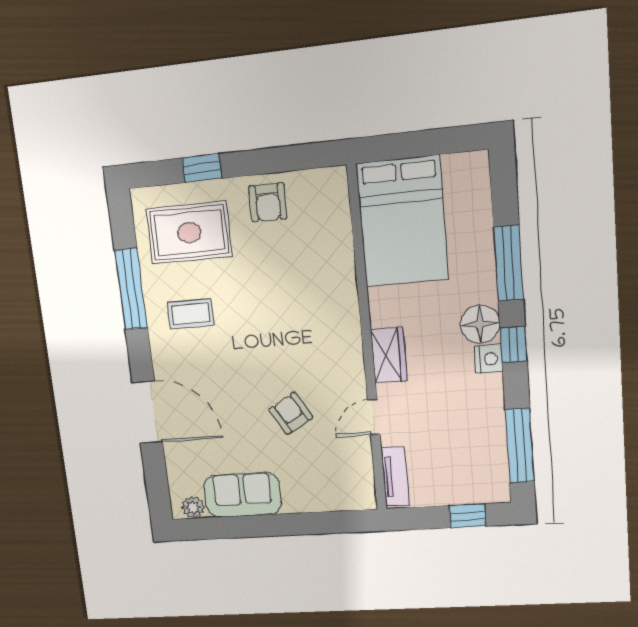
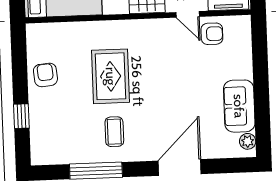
armchair: (268, 202) -> (45, 75), turned -95
rug: (189, 233) -> (111, 76), moved
armchair: (291, 413) -> (212, 34), moved, turned -150

